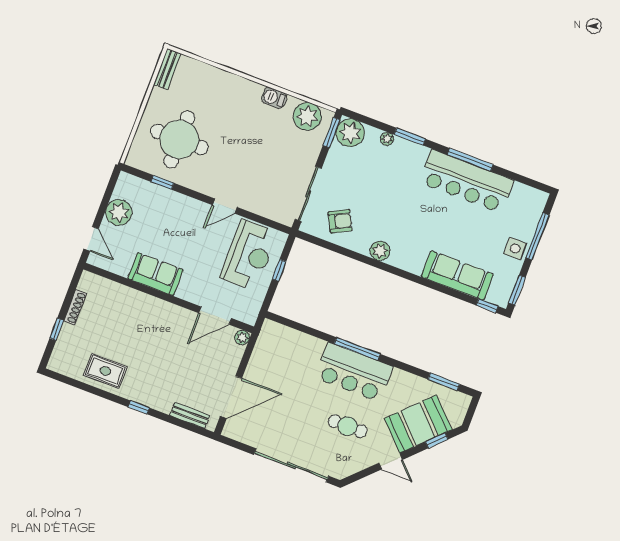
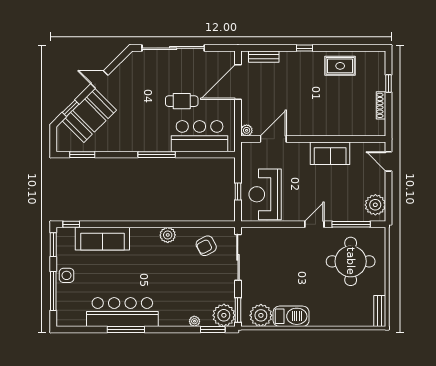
barbecue: (274, 98) -> (291, 316), width x1.88, depth x1.53
window: (410, 137) -> (213, 329), moved
window: (162, 182) -> (351, 224), width x2.17
door: (225, 206) -> (314, 224), moved
plant: (119, 212) -> (375, 205), moved
bar counter: (354, 372) -> (200, 136), moved
cafe table: (348, 426) -> (182, 101), moved

